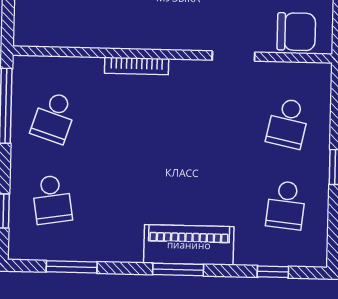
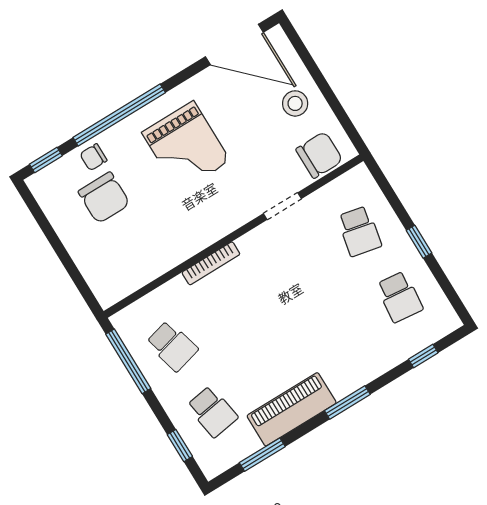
school desk: (54, 117) -> (172, 346), turned -33
piano: (189, 245) -> (292, 409), moved

